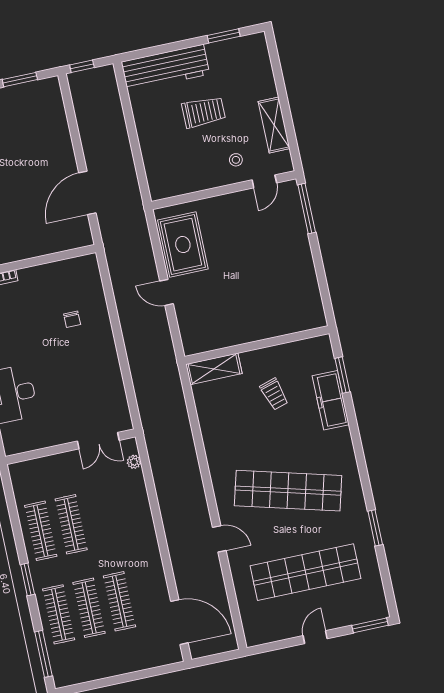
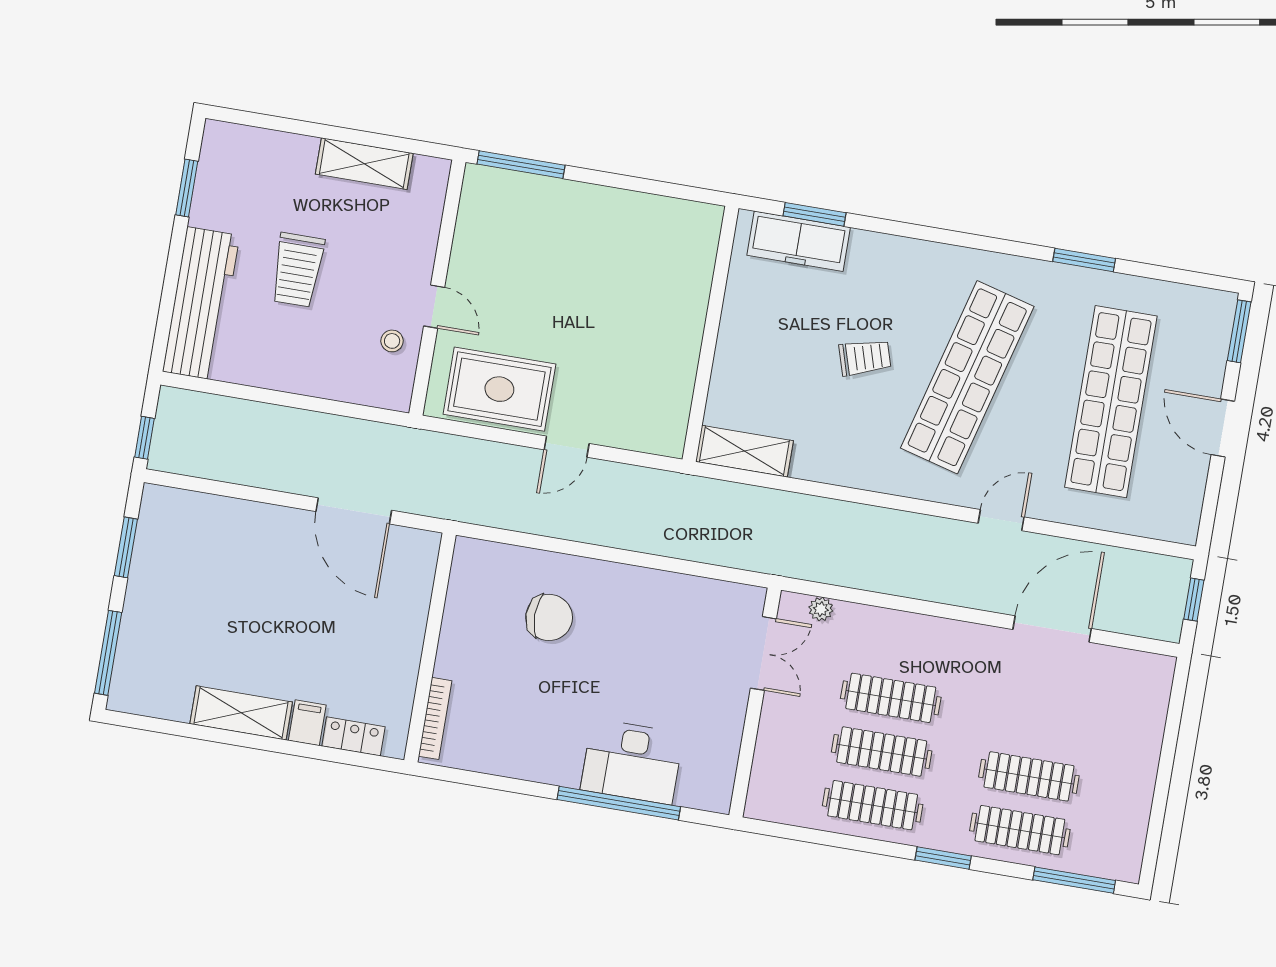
trolley: (204, 112) -> (297, 270), turned 180
stool: (236, 160) -> (392, 341), moved
door: (264, 181) -> (434, 307), moved
chair: (72, 319) -> (549, 617), width x1.87, depth x1.87
shelving: (214, 369) -> (744, 451), moved, turned 90
trolley: (274, 394) -> (865, 357), moved
freezer: (331, 400) -> (799, 241), moved
clothes rail: (119, 601) -> (891, 698), moved
door: (179, 622) -> (1052, 629), moved
door: (315, 637) -> (1223, 428), width x1.38
window: (218, 658) -> (1194, 600), added

